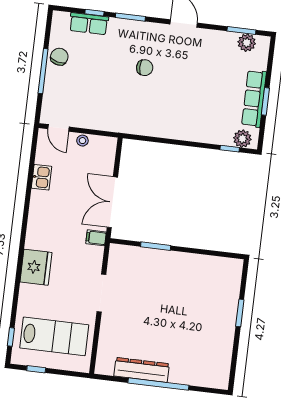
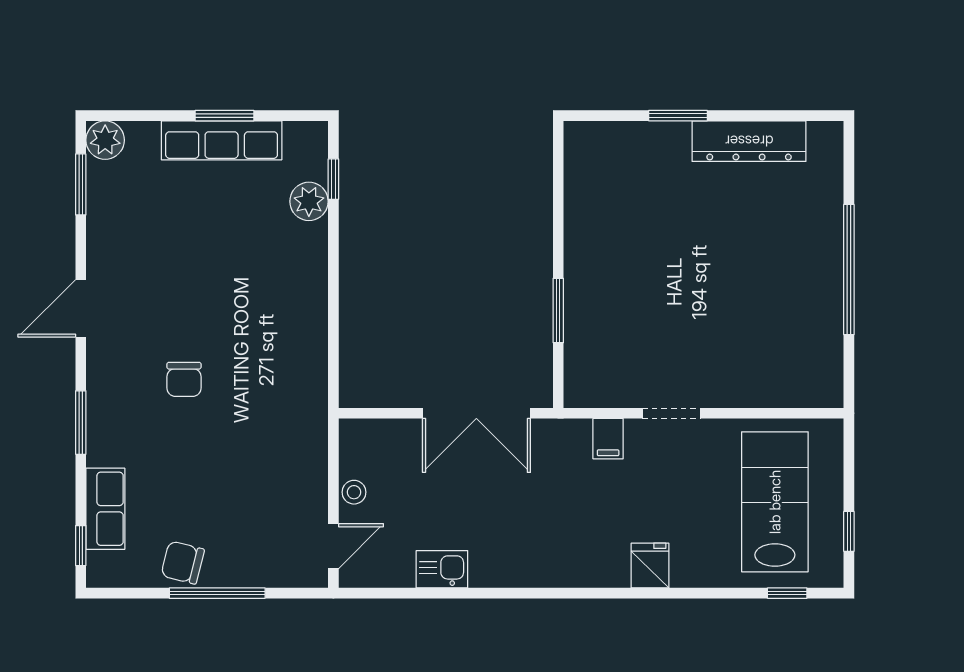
window: (94, 13) -> (81, 546), moved
plant: (247, 43) -> (105, 140), moved
chair: (145, 68) -> (184, 379), turned 180
plant: (242, 139) -> (309, 201), moved
filing cabinet: (96, 238) -> (608, 439), moved
fridge: (36, 267) -> (650, 566), width x0.53, depth x0.75
doorway: (101, 293) -> (671, 413), width x0.73
dresser: (142, 370) -> (749, 141), moved, turned -90

